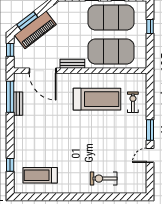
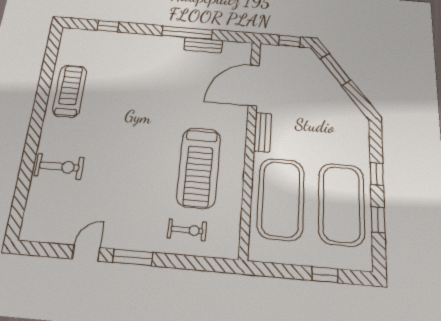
piano: (35, 30) -> (321, 80), removed
window: (10, 97) -> (187, 33), moved
door: (150, 155) -> (86, 253), hinge flipped
treadmill: (40, 175) -> (70, 91), moved
exercise bike: (104, 179) -> (59, 167), turned 90

